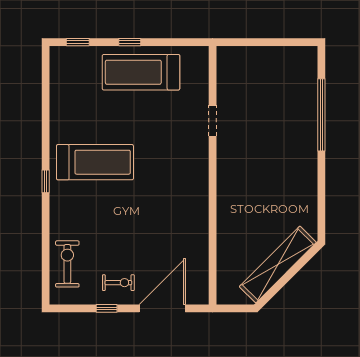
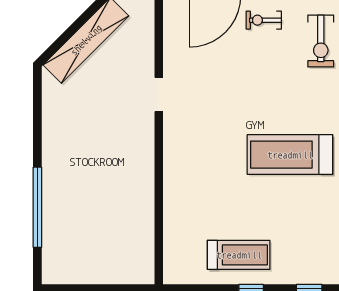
treadmill: (141, 72) -> (239, 255), width x0.73, depth x0.73
doorway: (213, 121) -> (159, 94), moved

